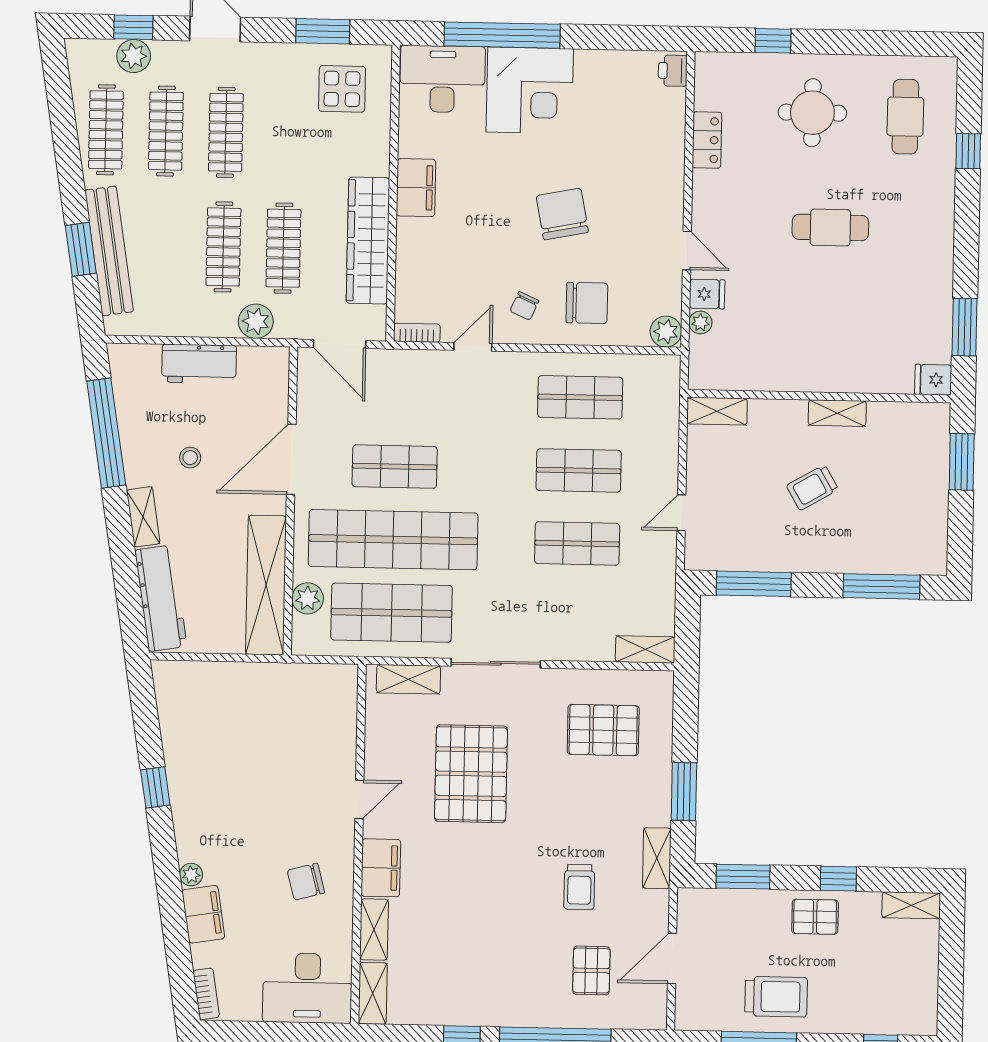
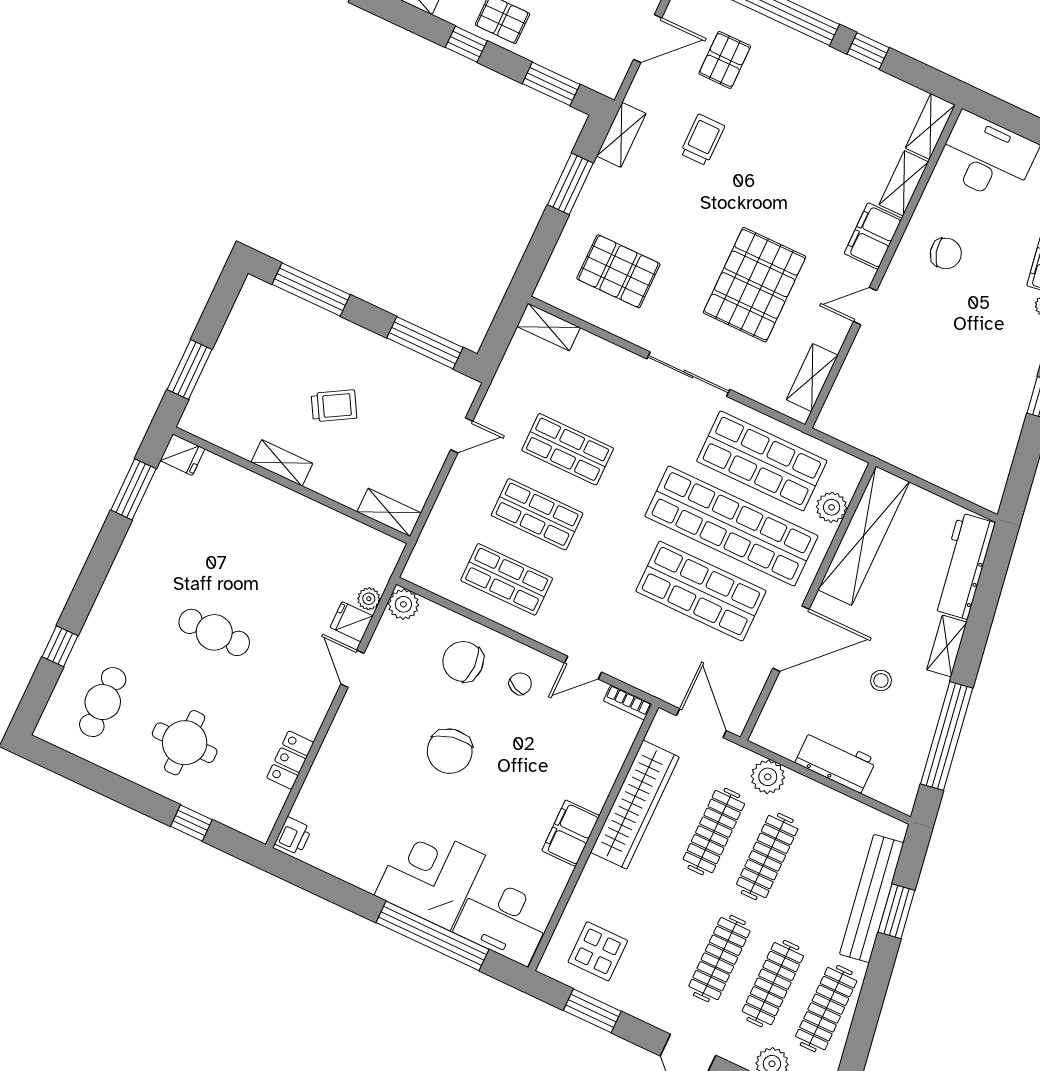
shop shelf: (395, 467) -> (701, 591), width x1.43, depth x1.36
shelving: (408, 679) -> (812, 378), moved, turned 90

